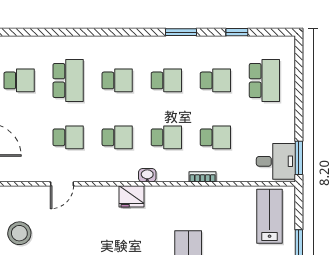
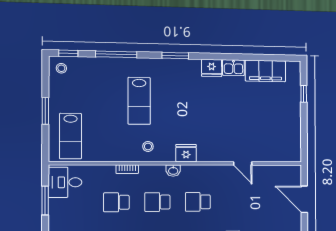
school desk: (68, 137) -> (238, 202), removed
window: (299, 158) -> (45, 200), moved
door: (62, 184) -> (243, 163), swing flipped
stool: (19, 233) -> (148, 146), moved, width x0.53, depth x0.53

